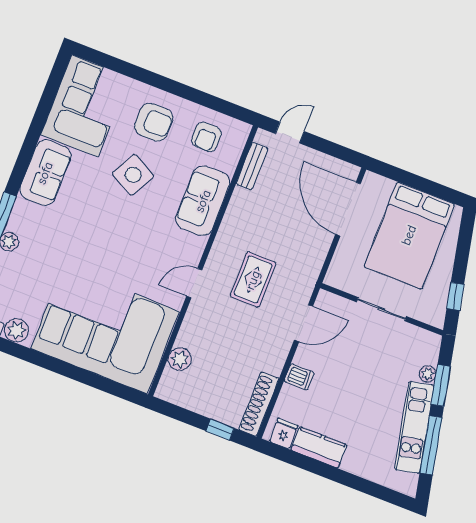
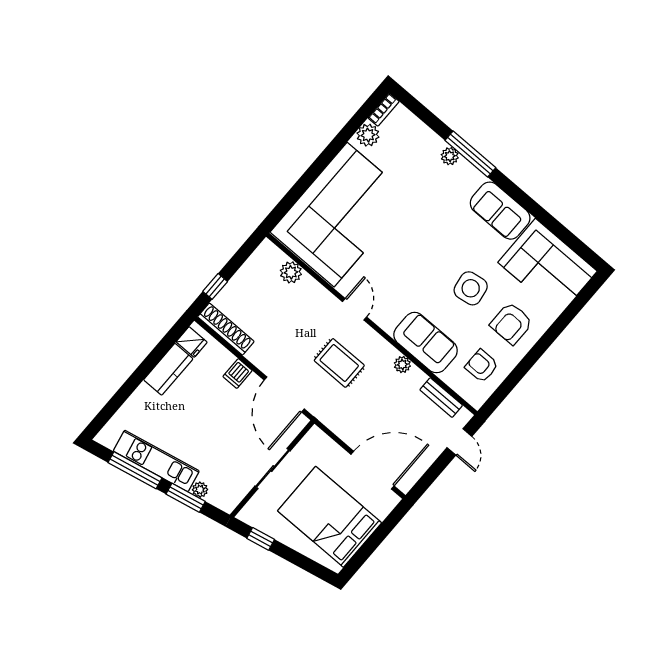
side table: (133, 175) -> (471, 288), turned -37
plant: (233, 216) -> (402, 365), added
door: (304, 323) -> (284, 394), width x1.36

